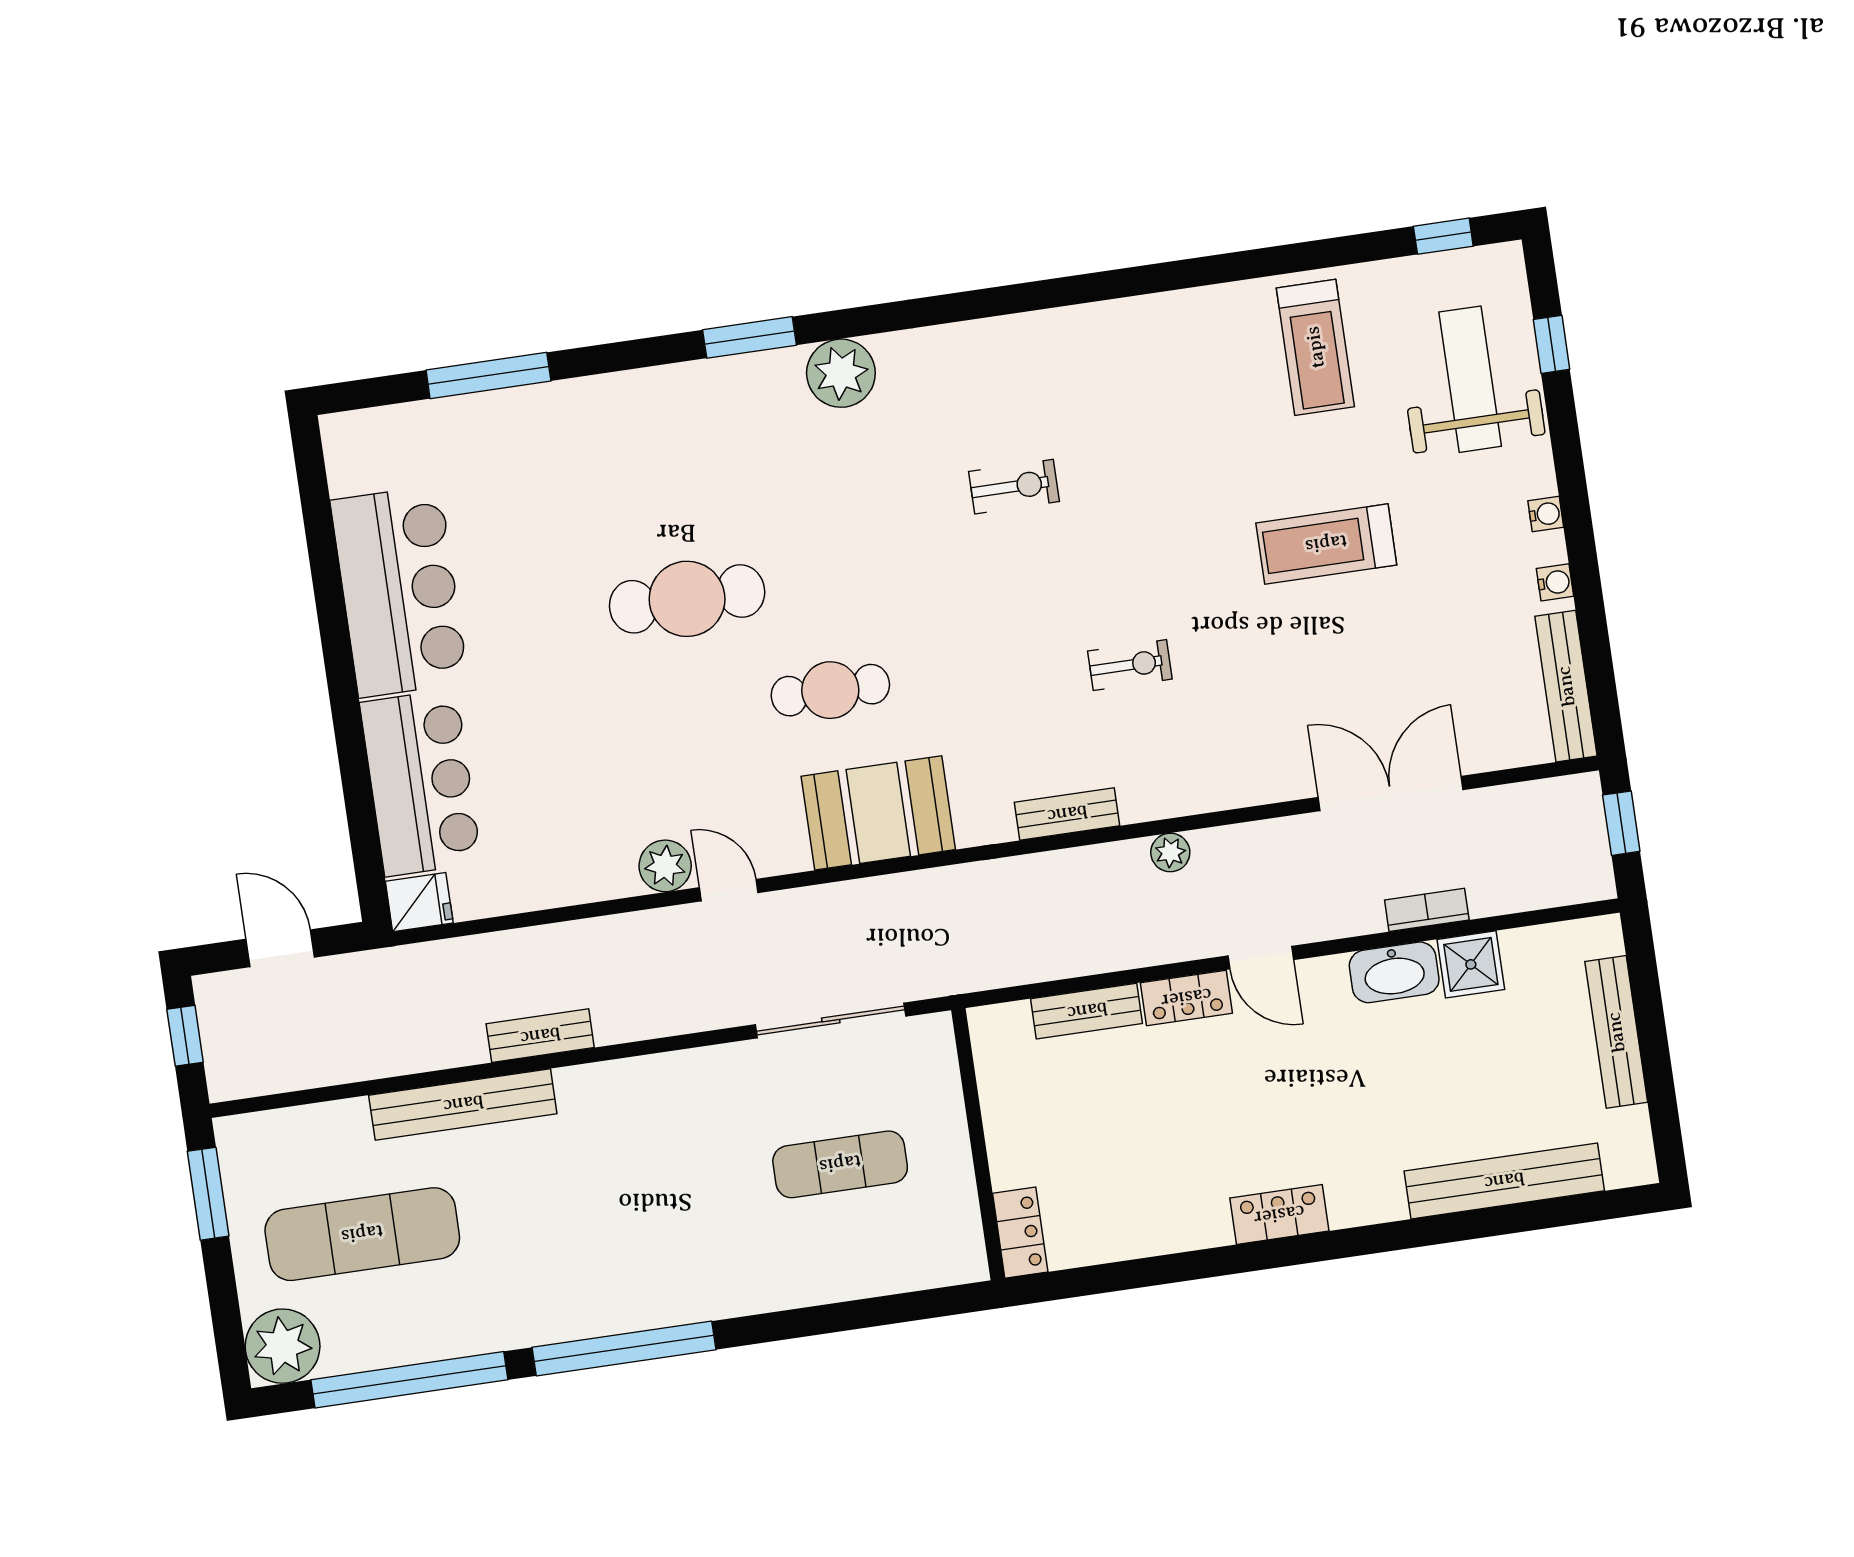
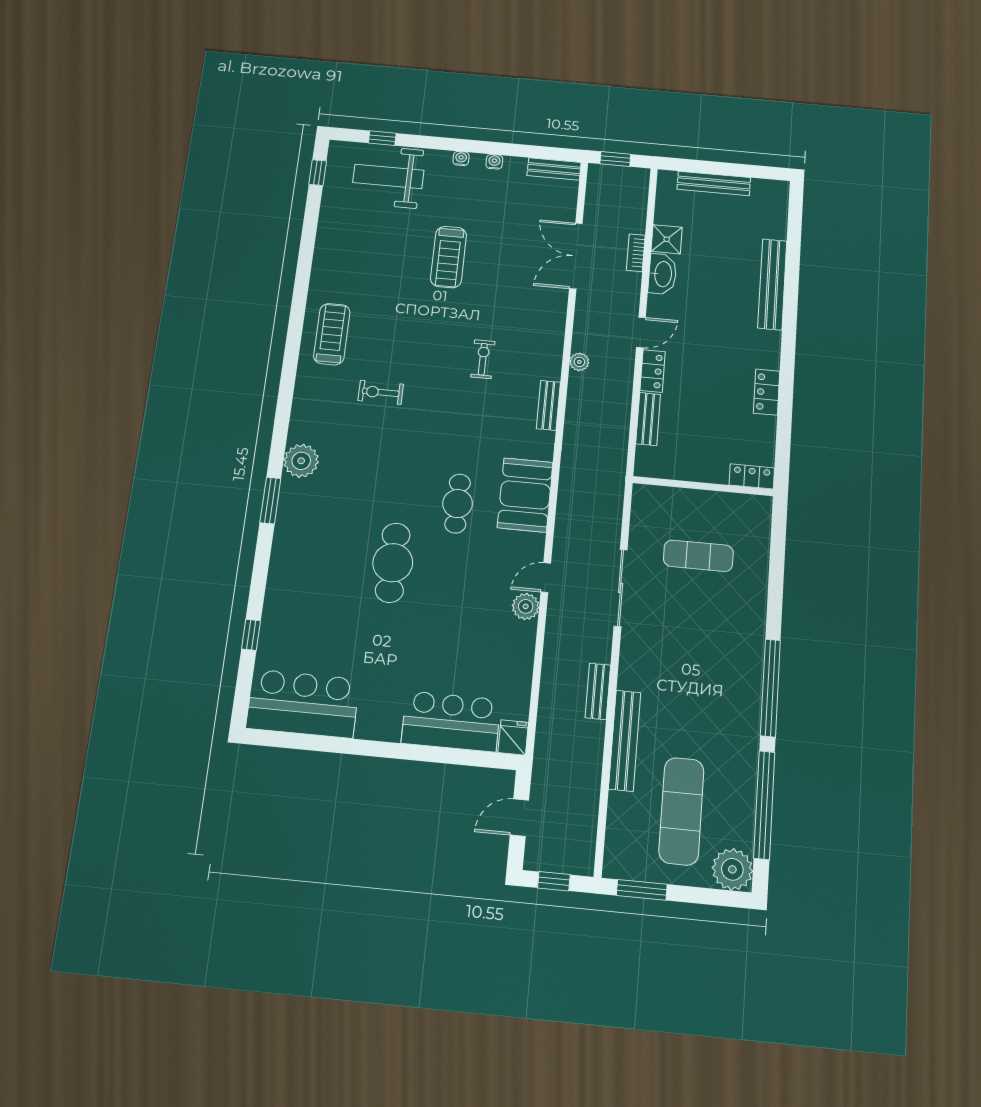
treadmill: (1315, 347) -> (332, 334), moved, turned -90
window: (488, 376) -> (251, 635), width x0.46
exercise bike: (1014, 487) -> (381, 392), turned -90
bar counter: (399, 591) -> (303, 704), moved
bench: (1566, 686) -> (554, 169), width x0.73
sliding door: (831, 1020) -> (621, 588), moved
exercise mat: (840, 1164) -> (698, 556), turned 90
bench: (1504, 1181) -> (772, 284), moved
locker: (1279, 1215) -> (767, 392), moved

